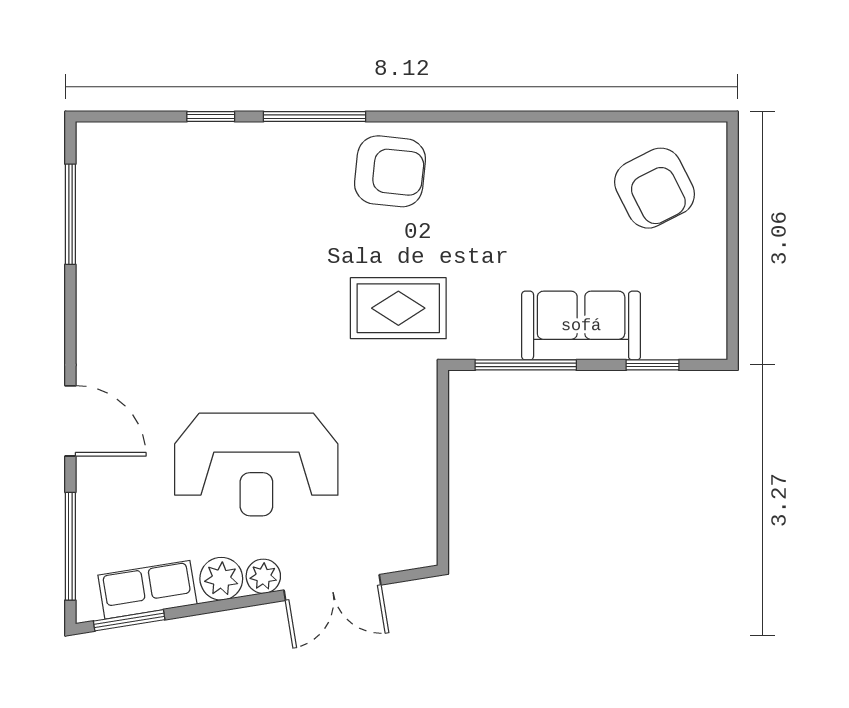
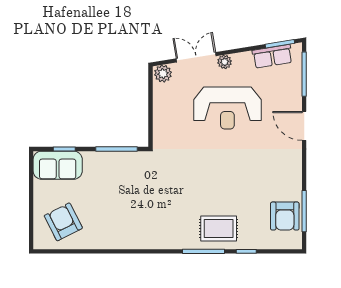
armchair: (390, 171) -> (285, 216), moved, turned -96
rug: (398, 308) -> (219, 229), moved
sofa: (581, 326) -> (58, 165), moved
reception desk: (256, 464) -> (227, 108), turned 180
plant: (221, 579) -> (163, 74), moved

